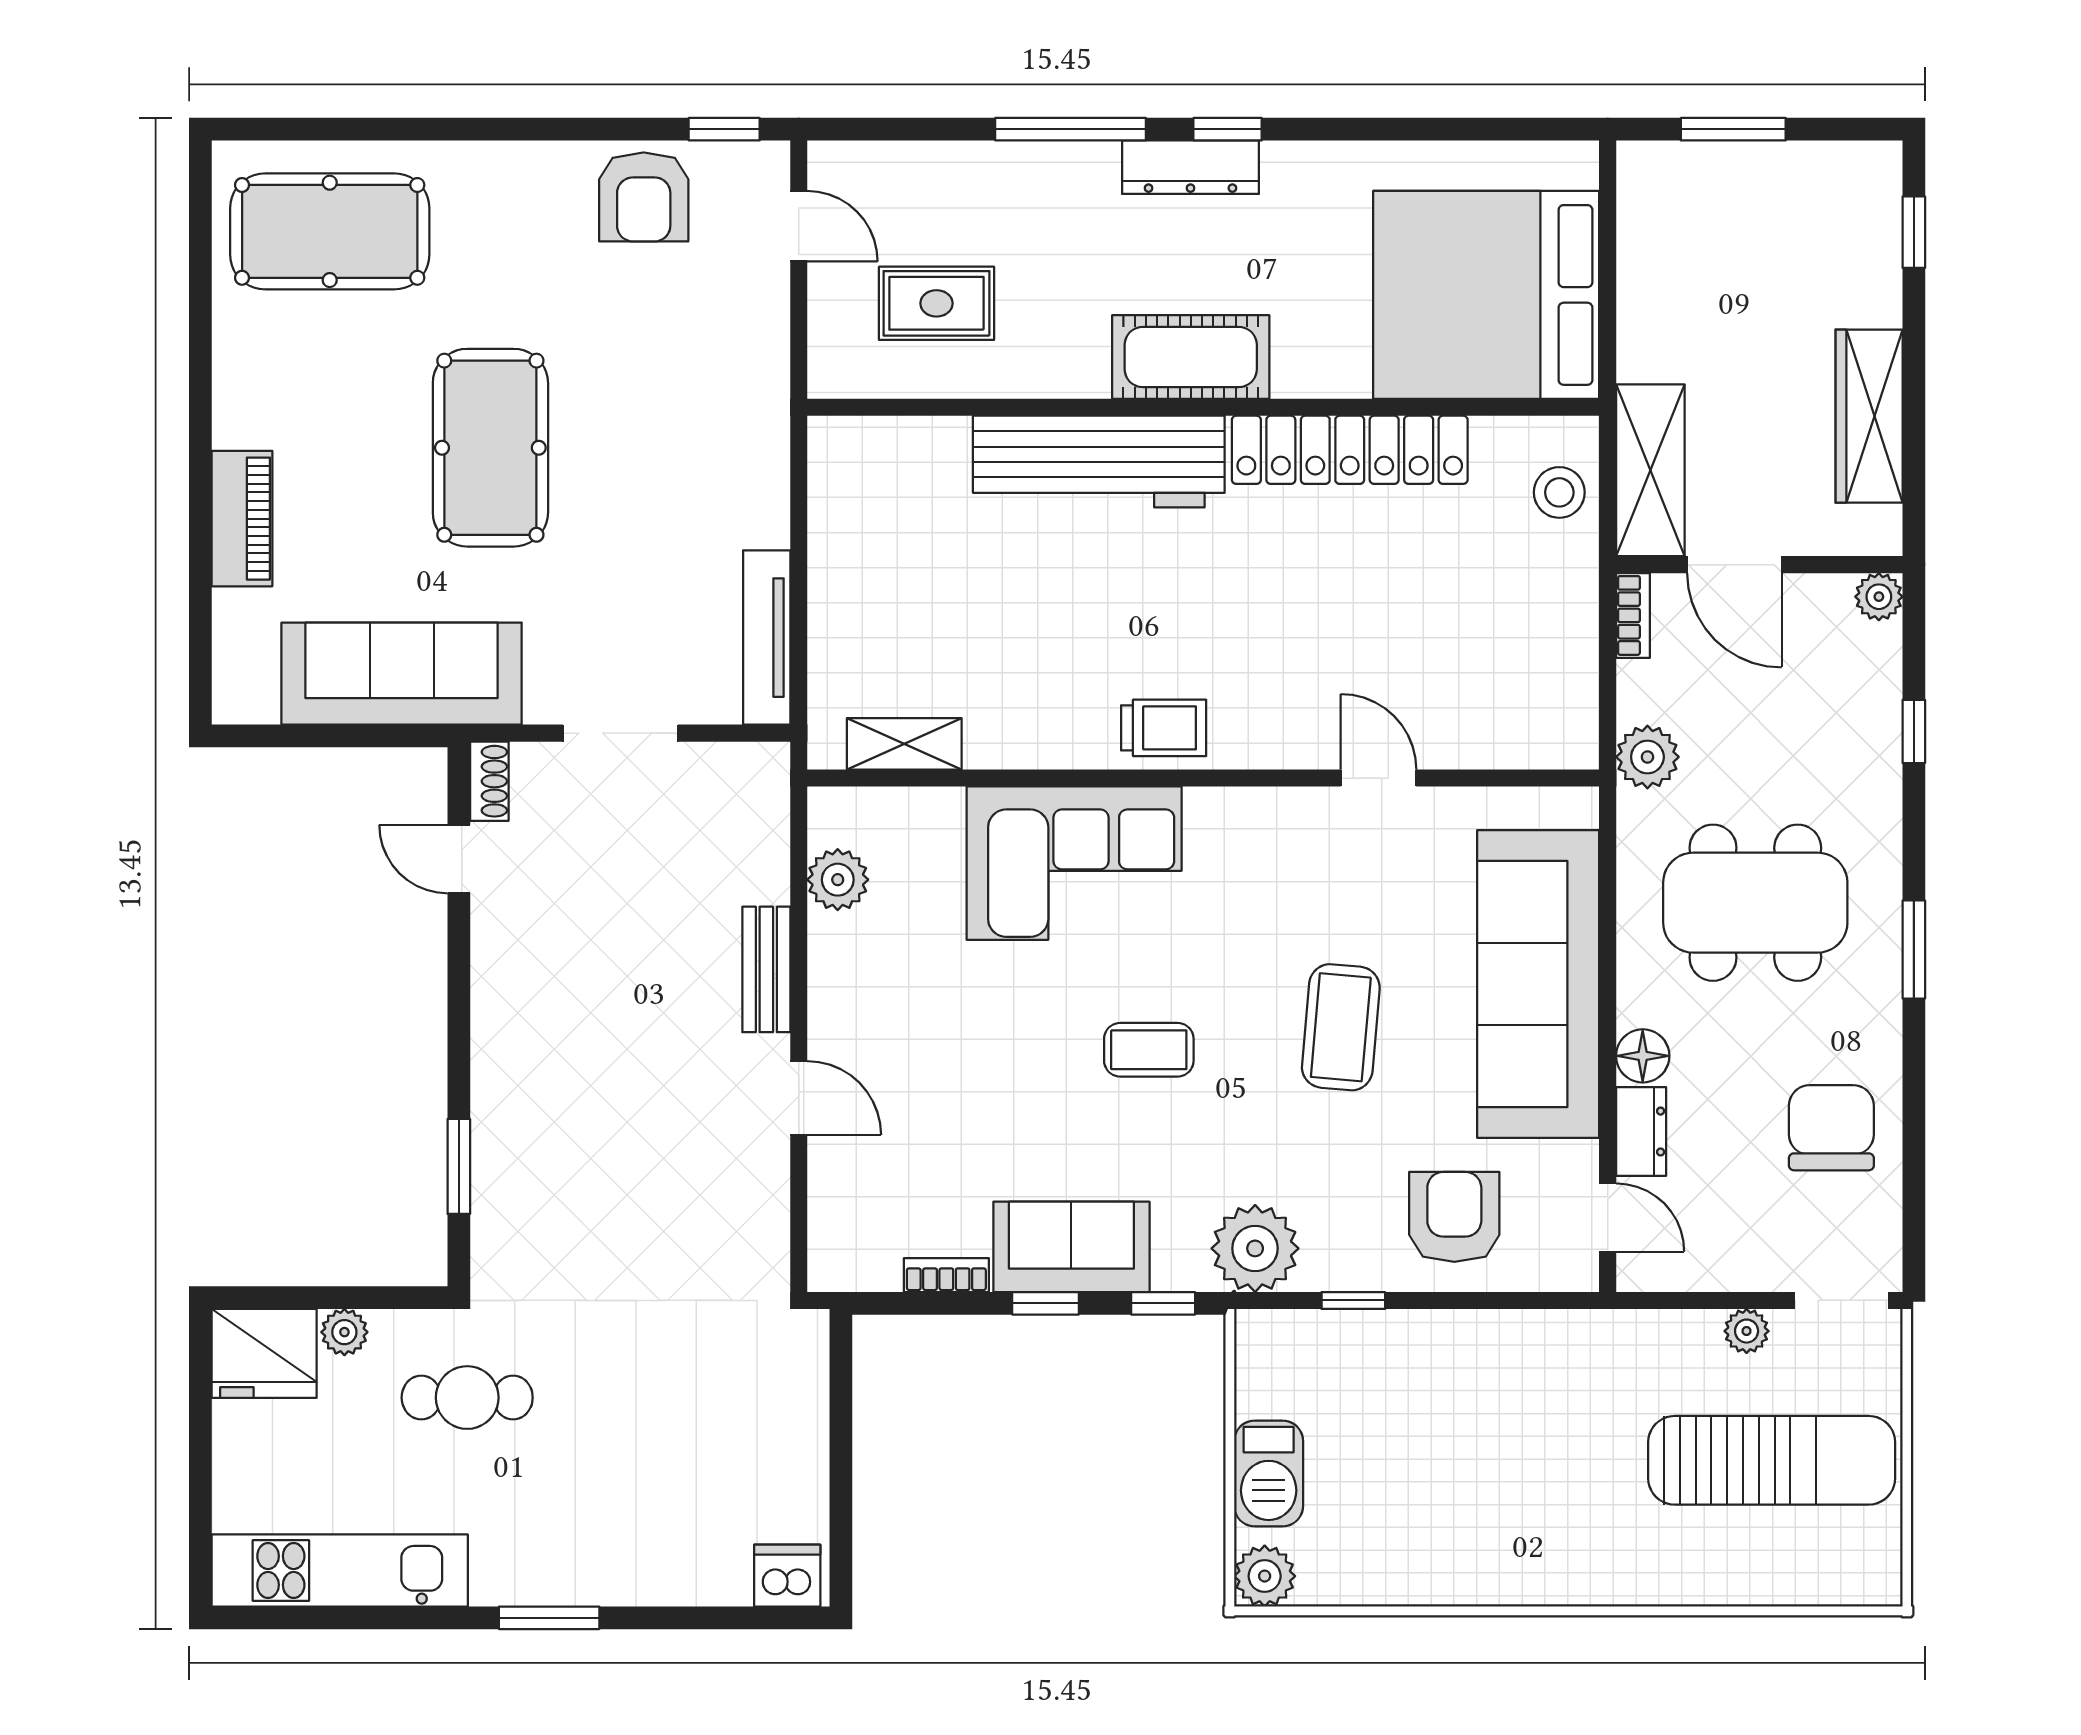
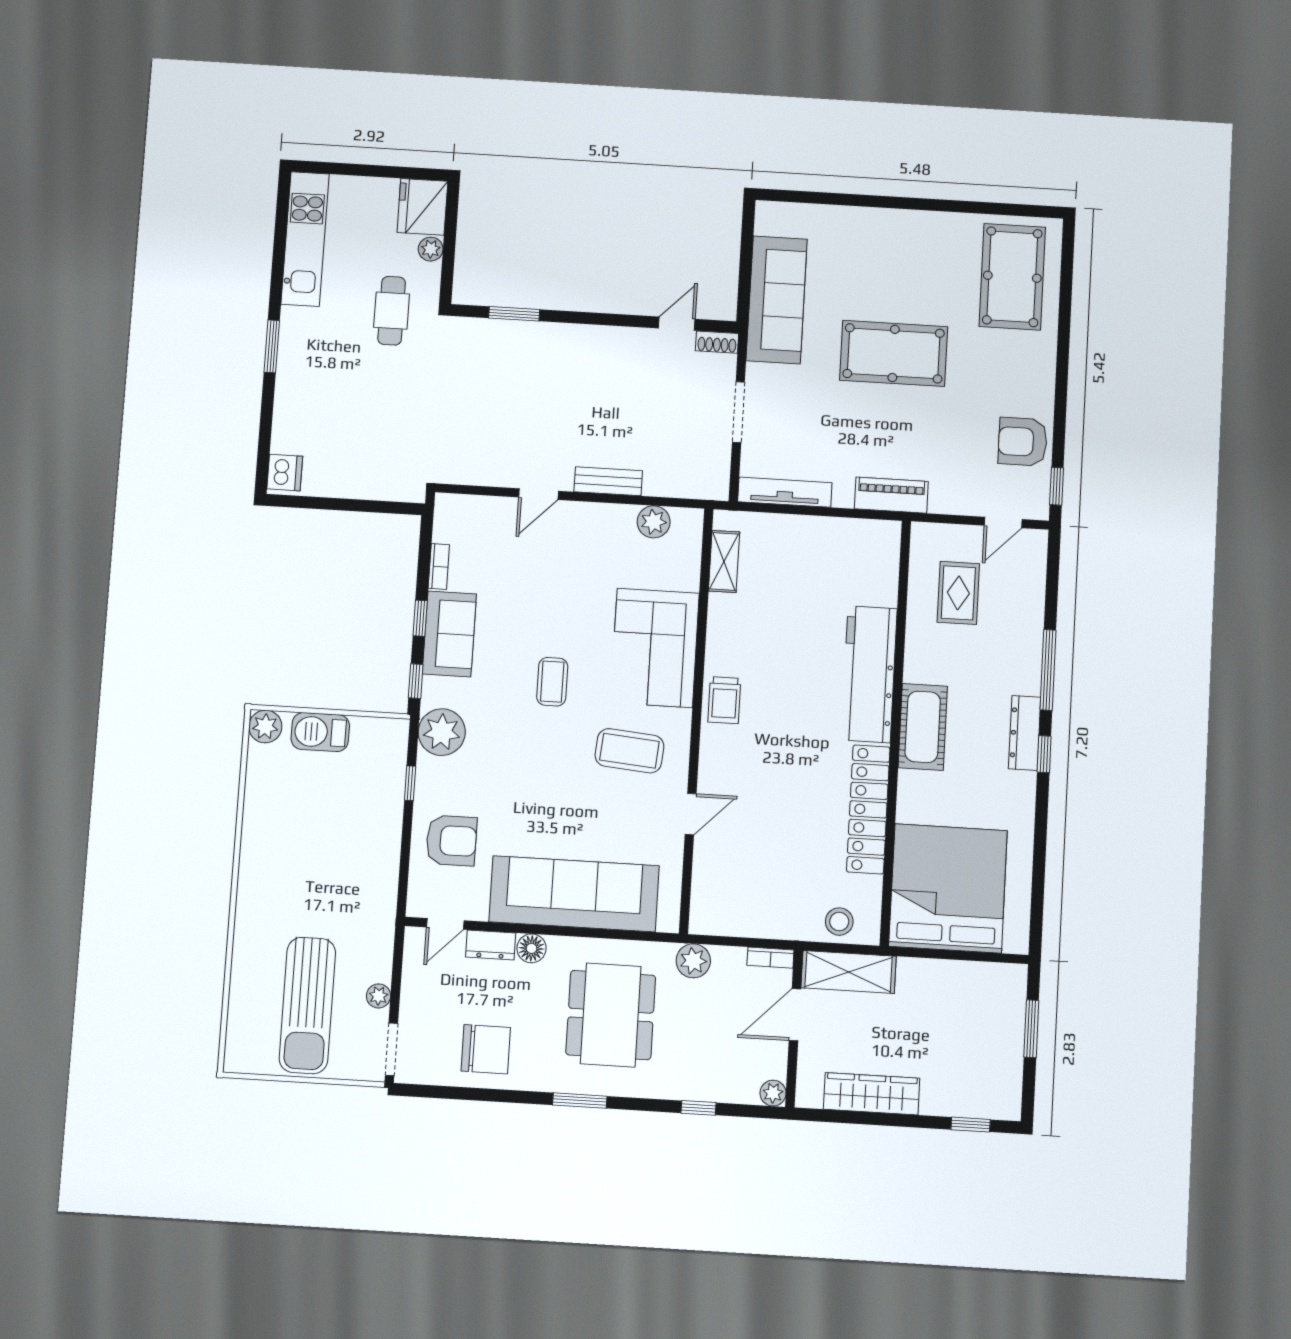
piano: (242, 519) -> (891, 495), moved, turned 180
coffee table: (1341, 1027) -> (629, 751), moved

